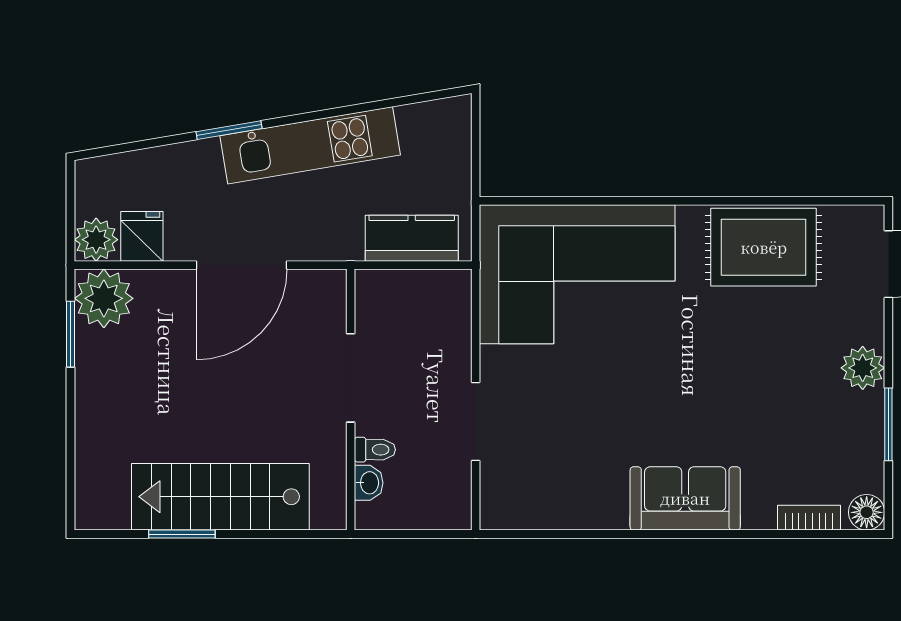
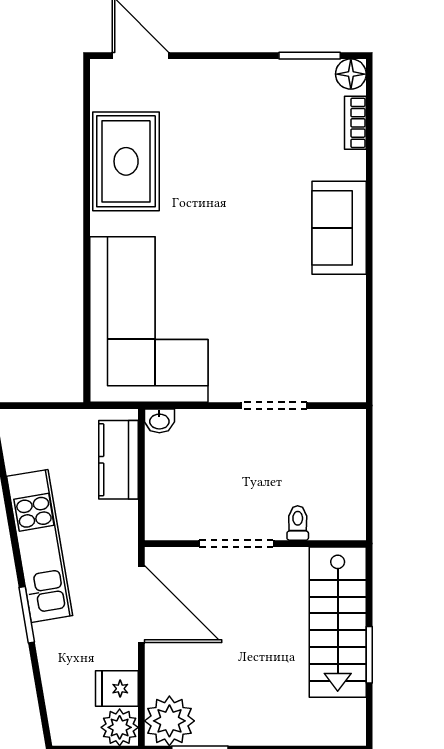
plant: (863, 368) -> (228, 77), removed
doorway: (351, 378) -> (237, 544), moved
wall: (351, 400) -> (255, 544), moved
window: (888, 424) -> (310, 56), moved
toilet: (375, 450) -> (298, 523), moved
washbasin: (369, 483) -> (159, 421), moved, turned 180

